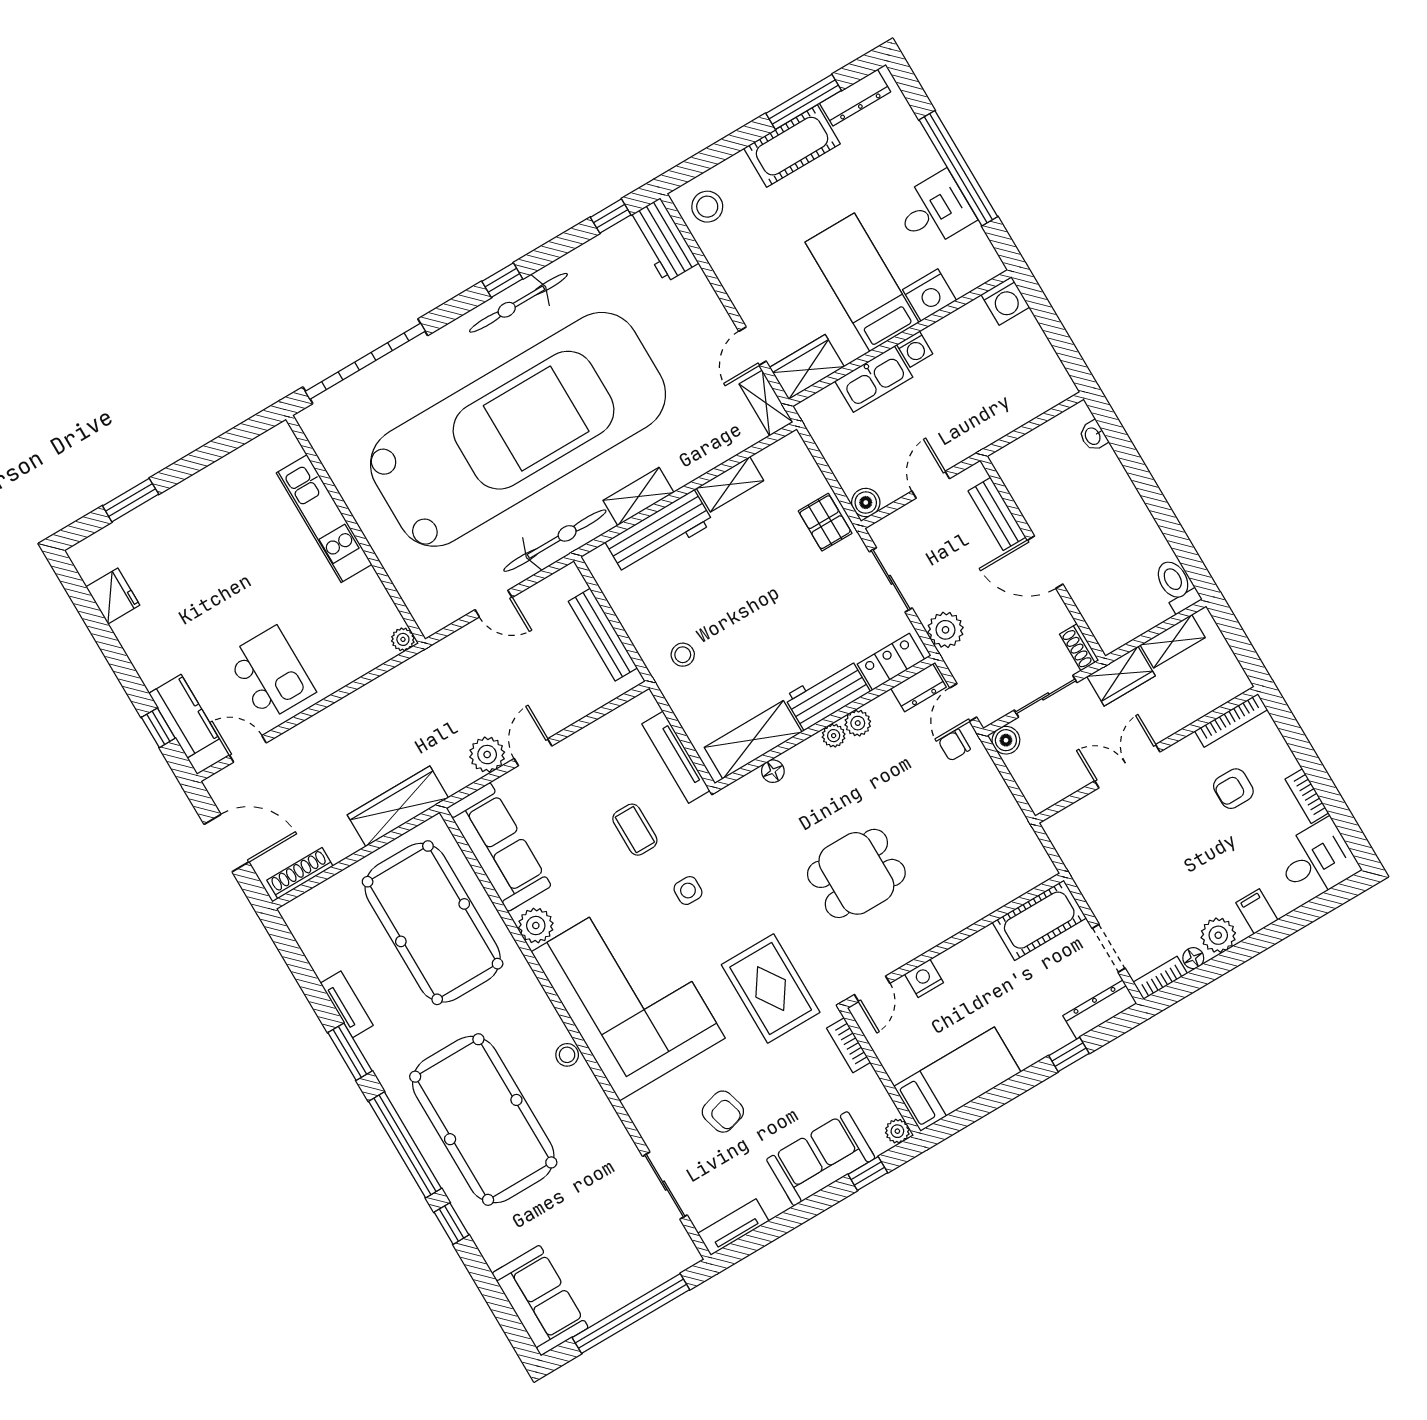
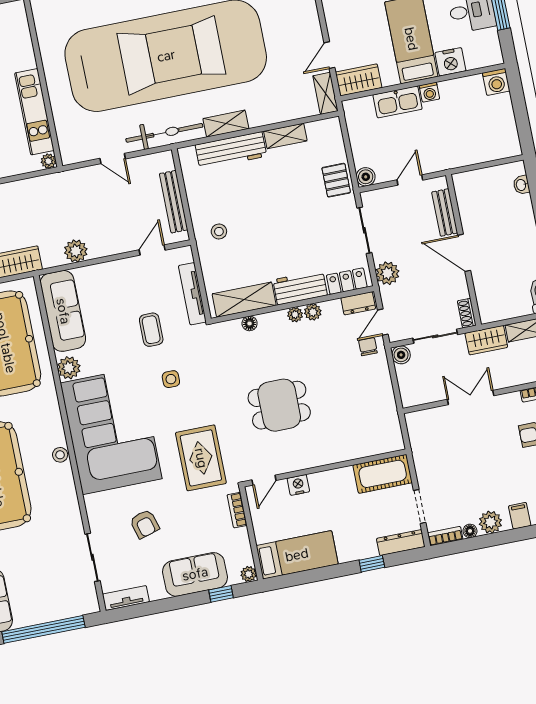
kitchen unit: (324, 519) -> (34, 112), moved
chair: (954, 745) -> (368, 347), turned 90
door: (533, 752) -> (152, 250), moved

